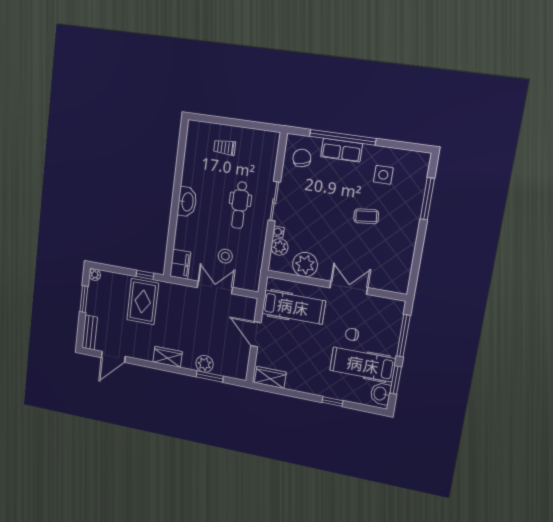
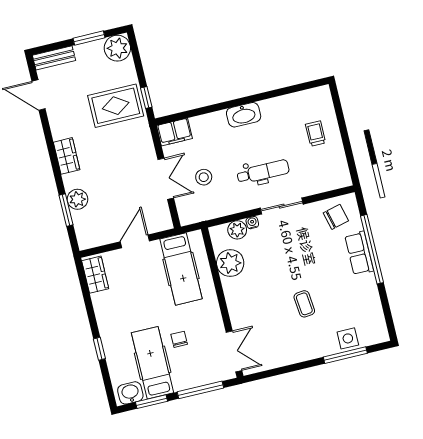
side table: (383, 175) -> (348, 338), moved
dental chair: (240, 205) -> (263, 172), turned 180
plant: (95, 275) -> (117, 48), width x1.88, depth x1.88
double door: (349, 288) -> (234, 351), moved

